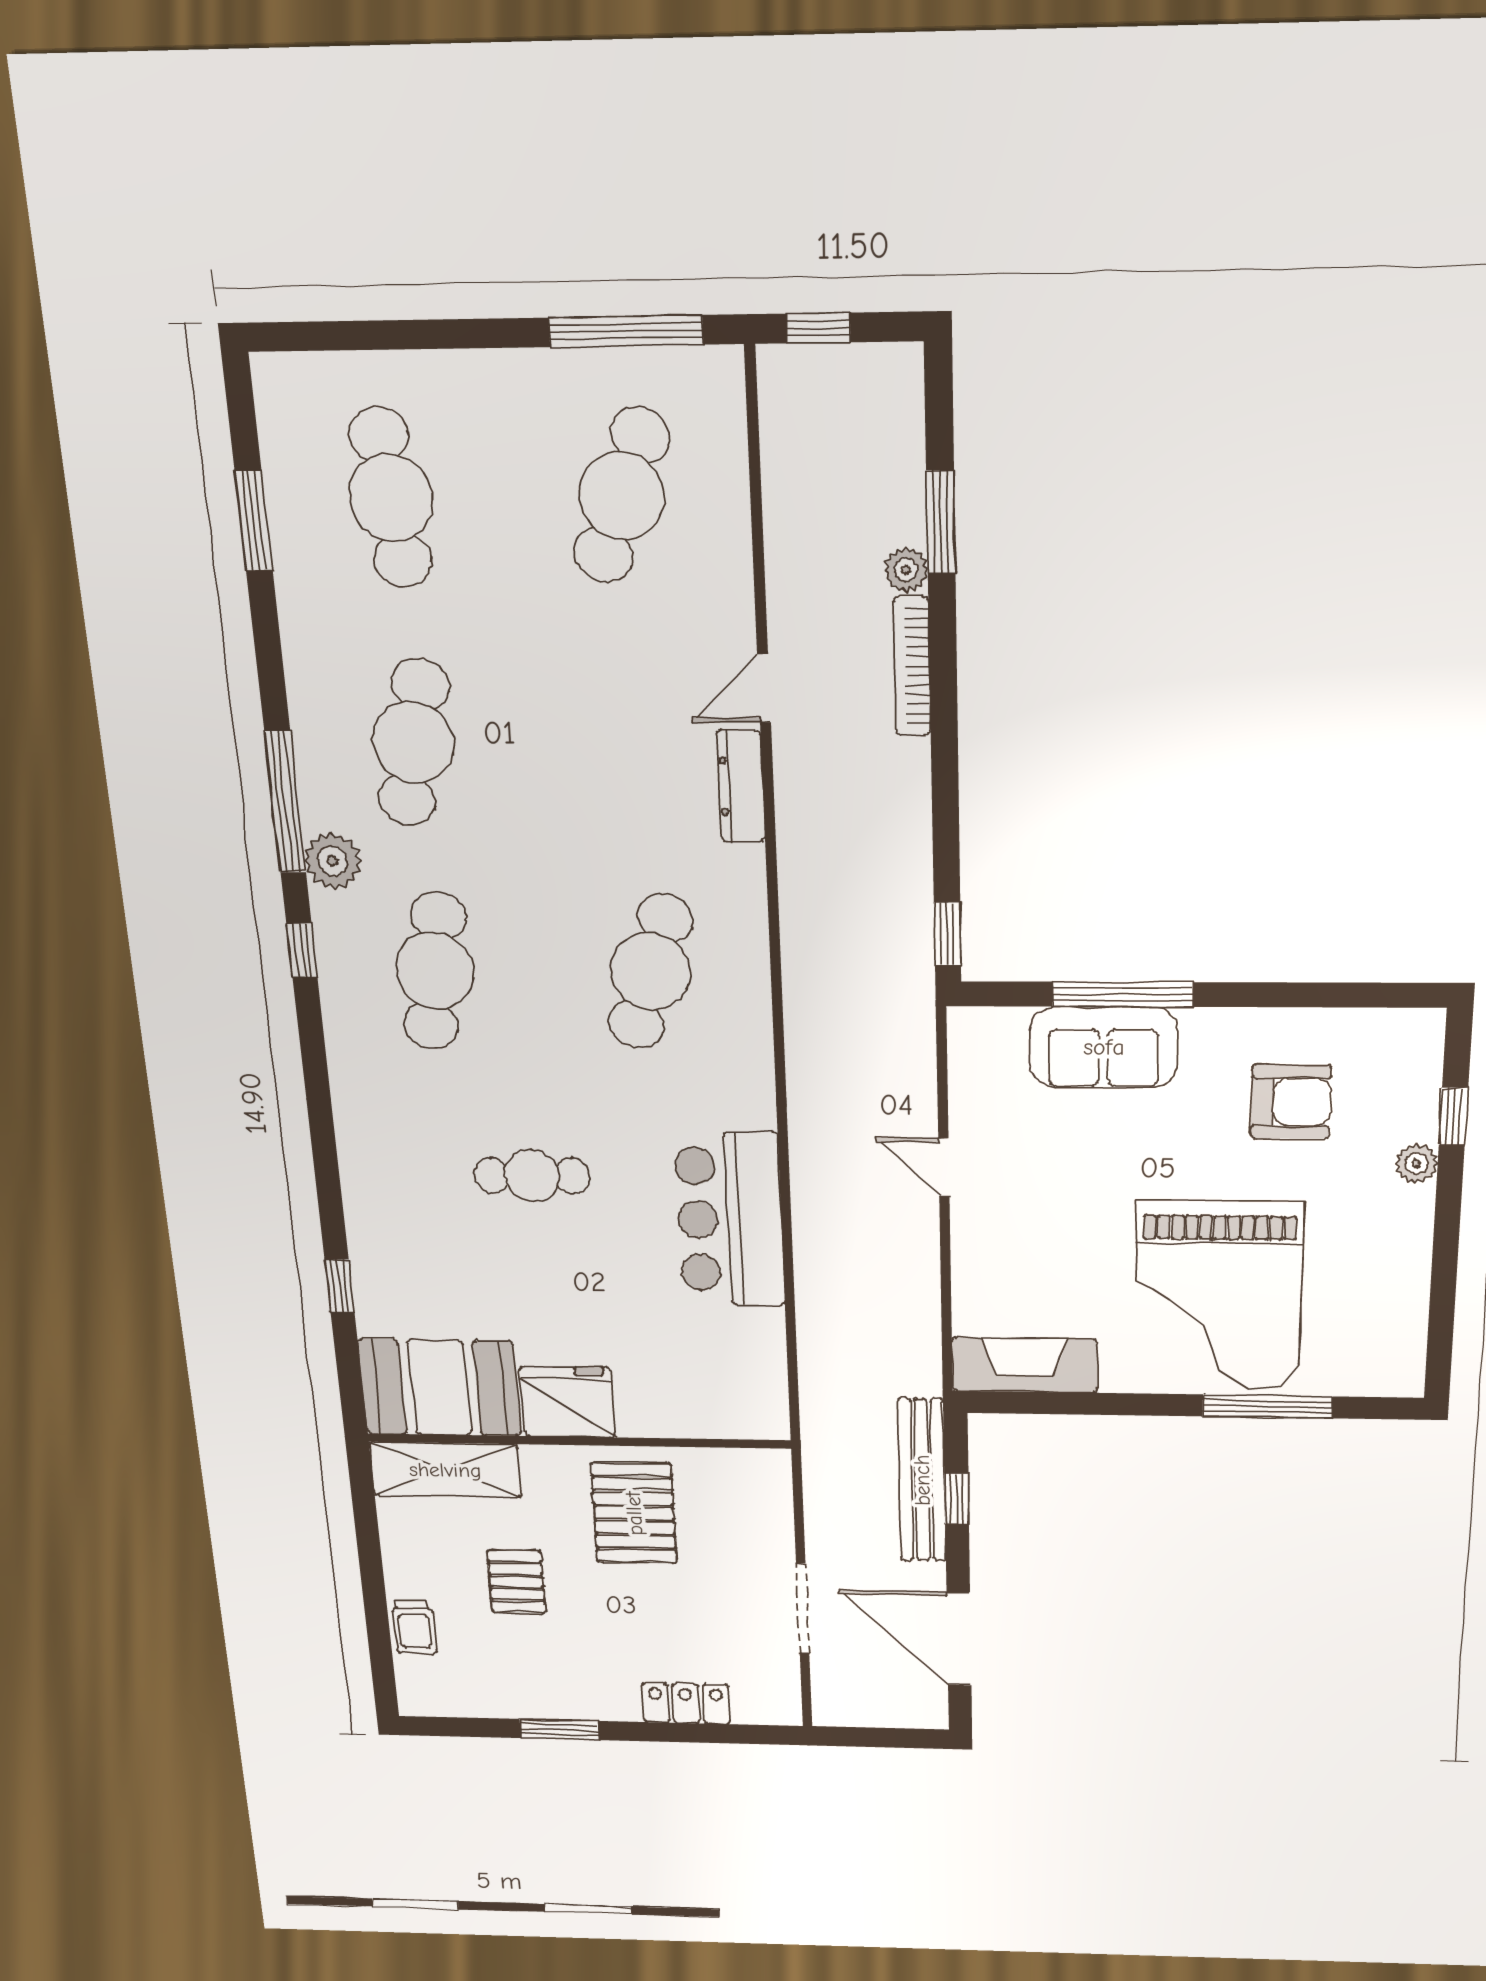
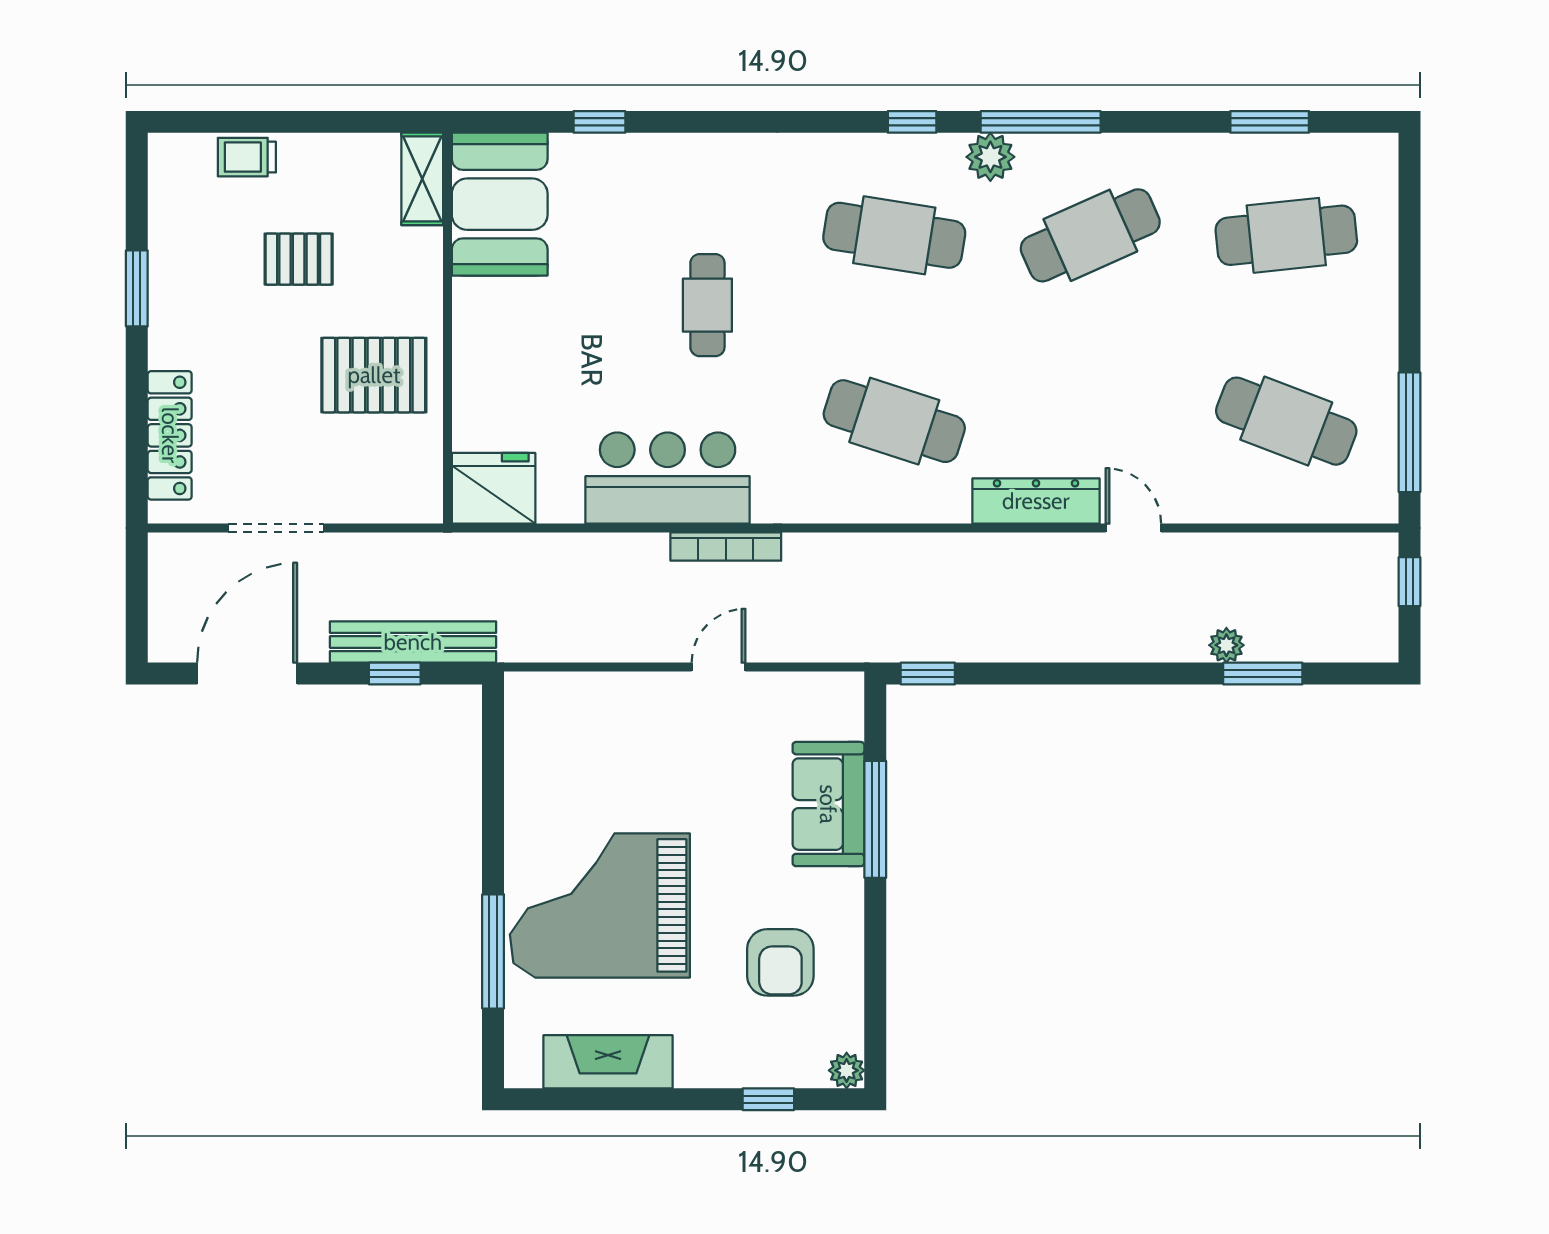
bookcase: (912, 666) -> (726, 547), moved, turned 180
cafe table: (413, 742) -> (1090, 235), turned -36
dresser: (741, 786) -> (1036, 501), width x1.37, depth x1.24
plant: (1416, 1164) -> (847, 1070), moved
fireplace: (1025, 1365) -> (608, 1062), moved, turned -90
fridge: (567, 1402) -> (494, 488), moved, turned -90
shelving: (445, 1470) -> (422, 179), width x0.67, depth x0.75
locker: (686, 1703) -> (170, 435), width x1.53

